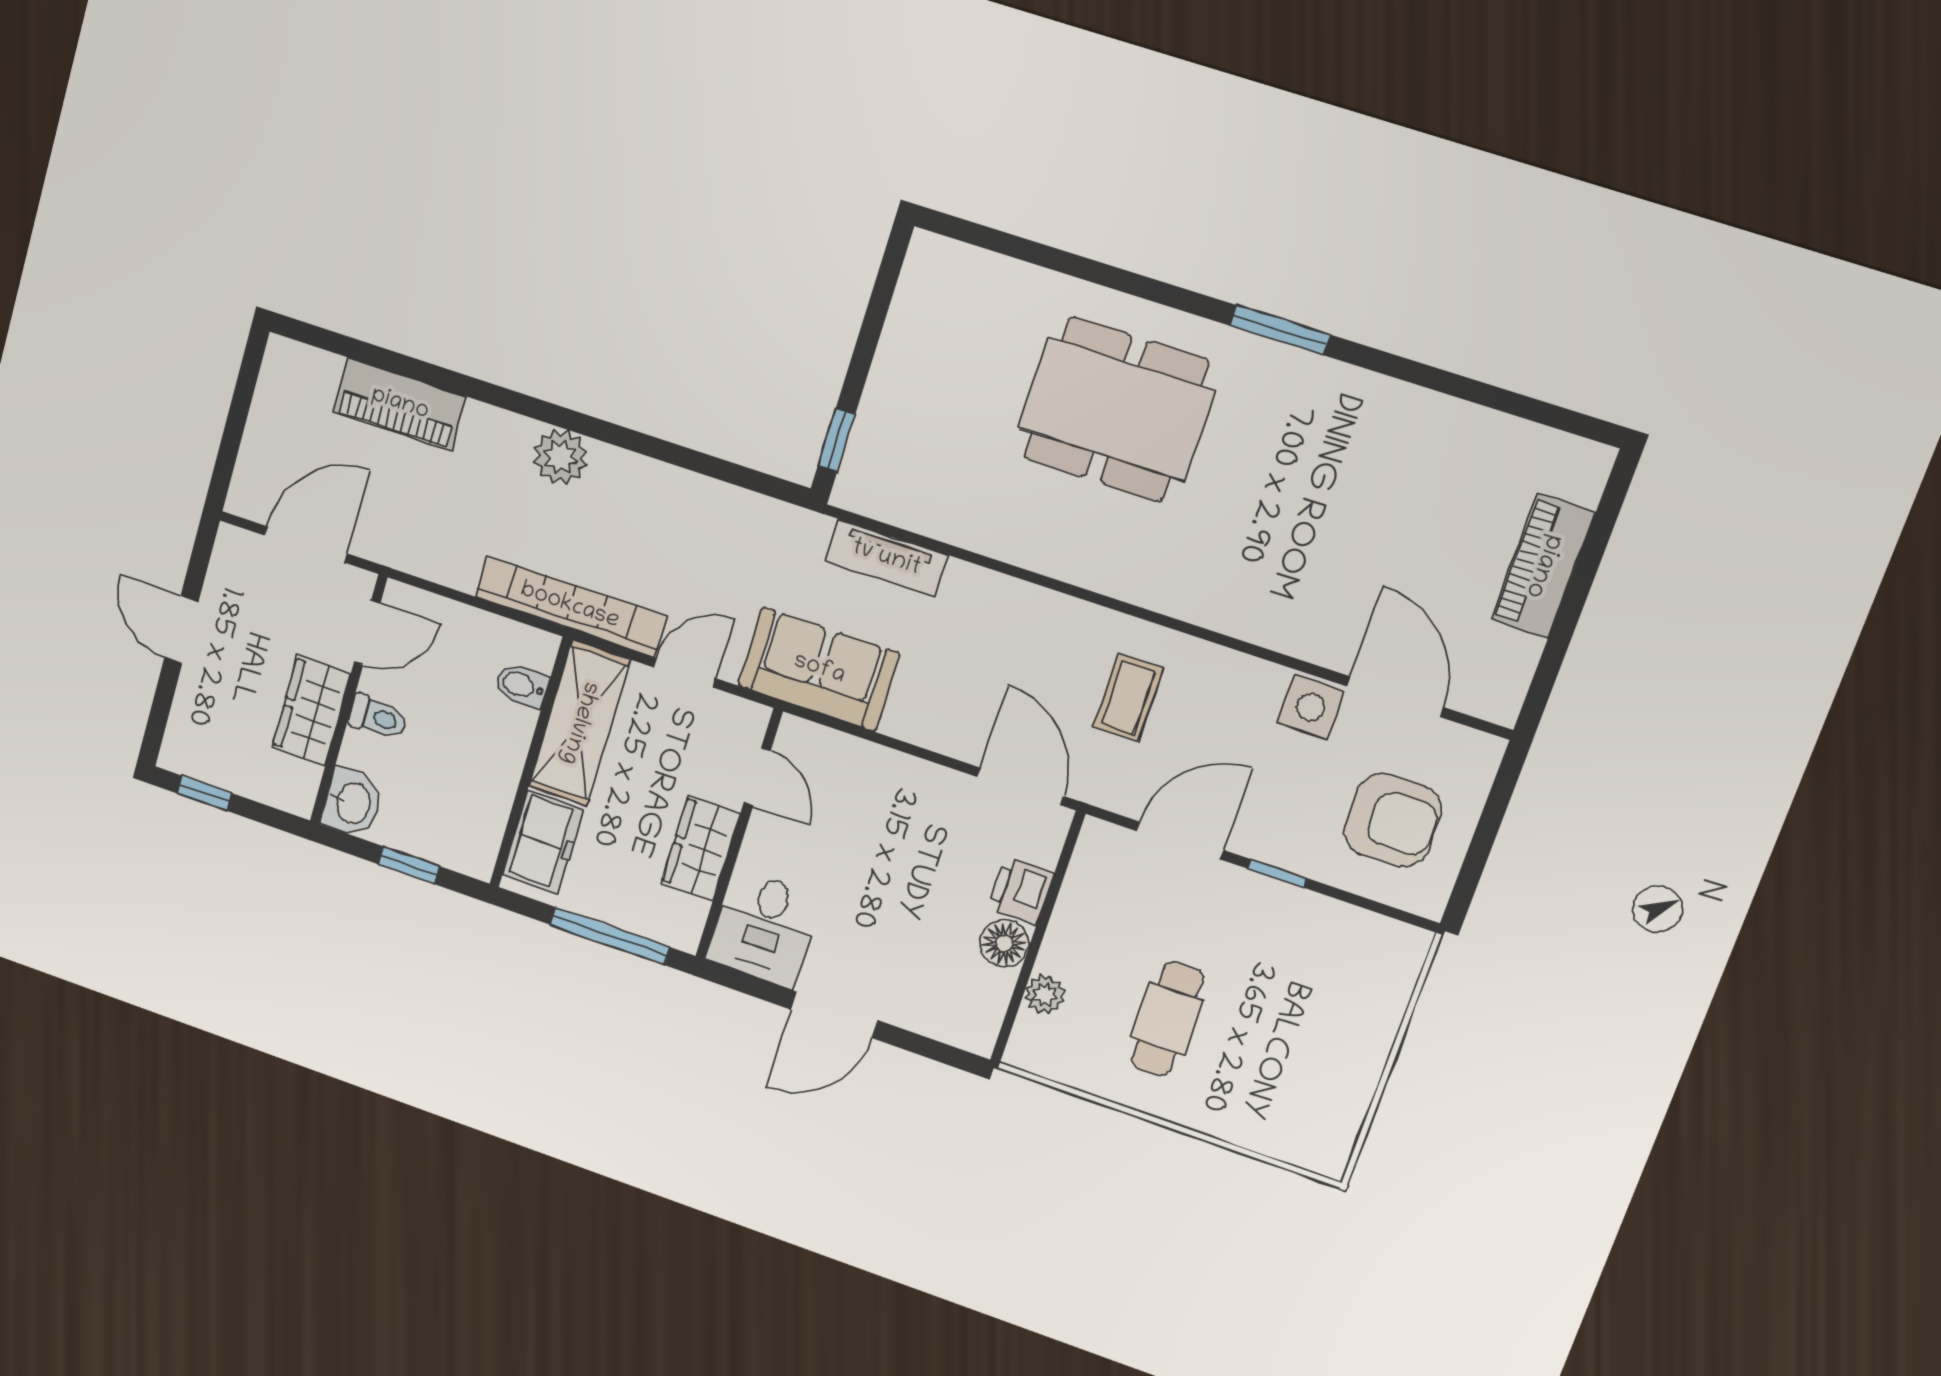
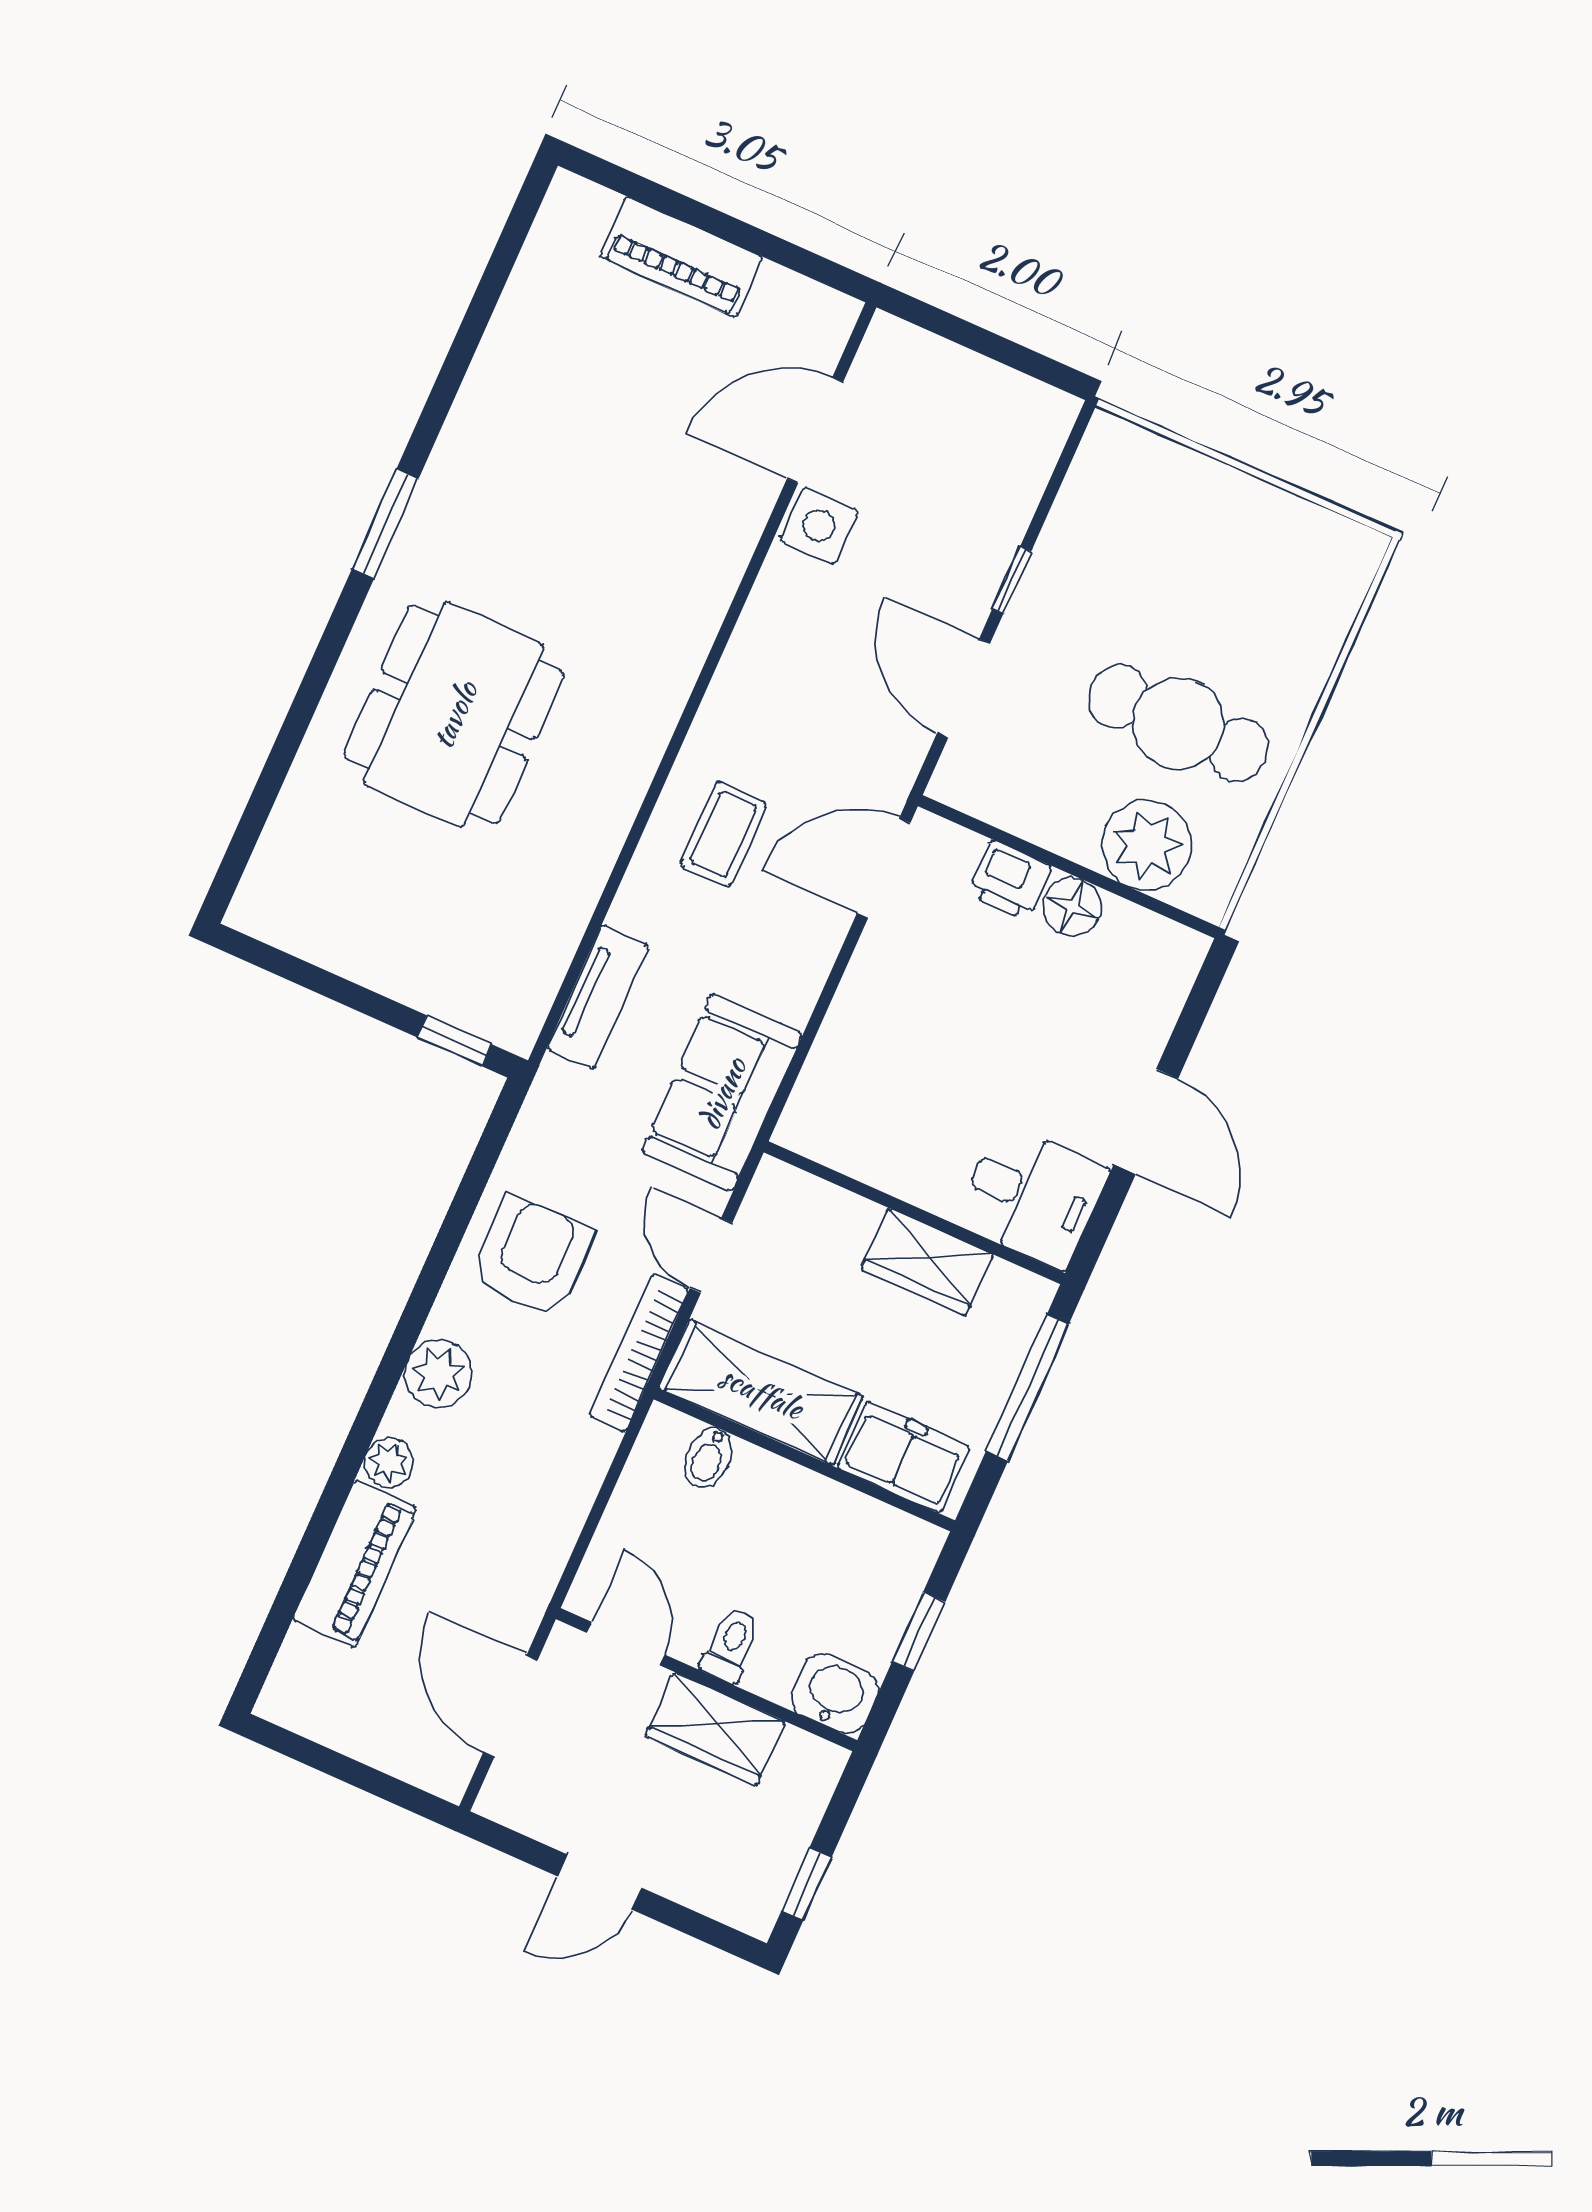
plant: (484, 424) -> (389, 1462), added
bookcase: (570, 606) -> (639, 1353), width x0.68, depth x0.76
coffee table: (1128, 697) -> (723, 834), moved, turned 90
door: (757, 777) -> (845, 1182), removed
armchair: (1393, 820) -> (532, 1256), moved
plant: (1045, 994) -> (1147, 846), width x1.88, depth x1.88
cafe table: (1167, 1019) -> (1178, 723), width x1.37, depth x1.35

